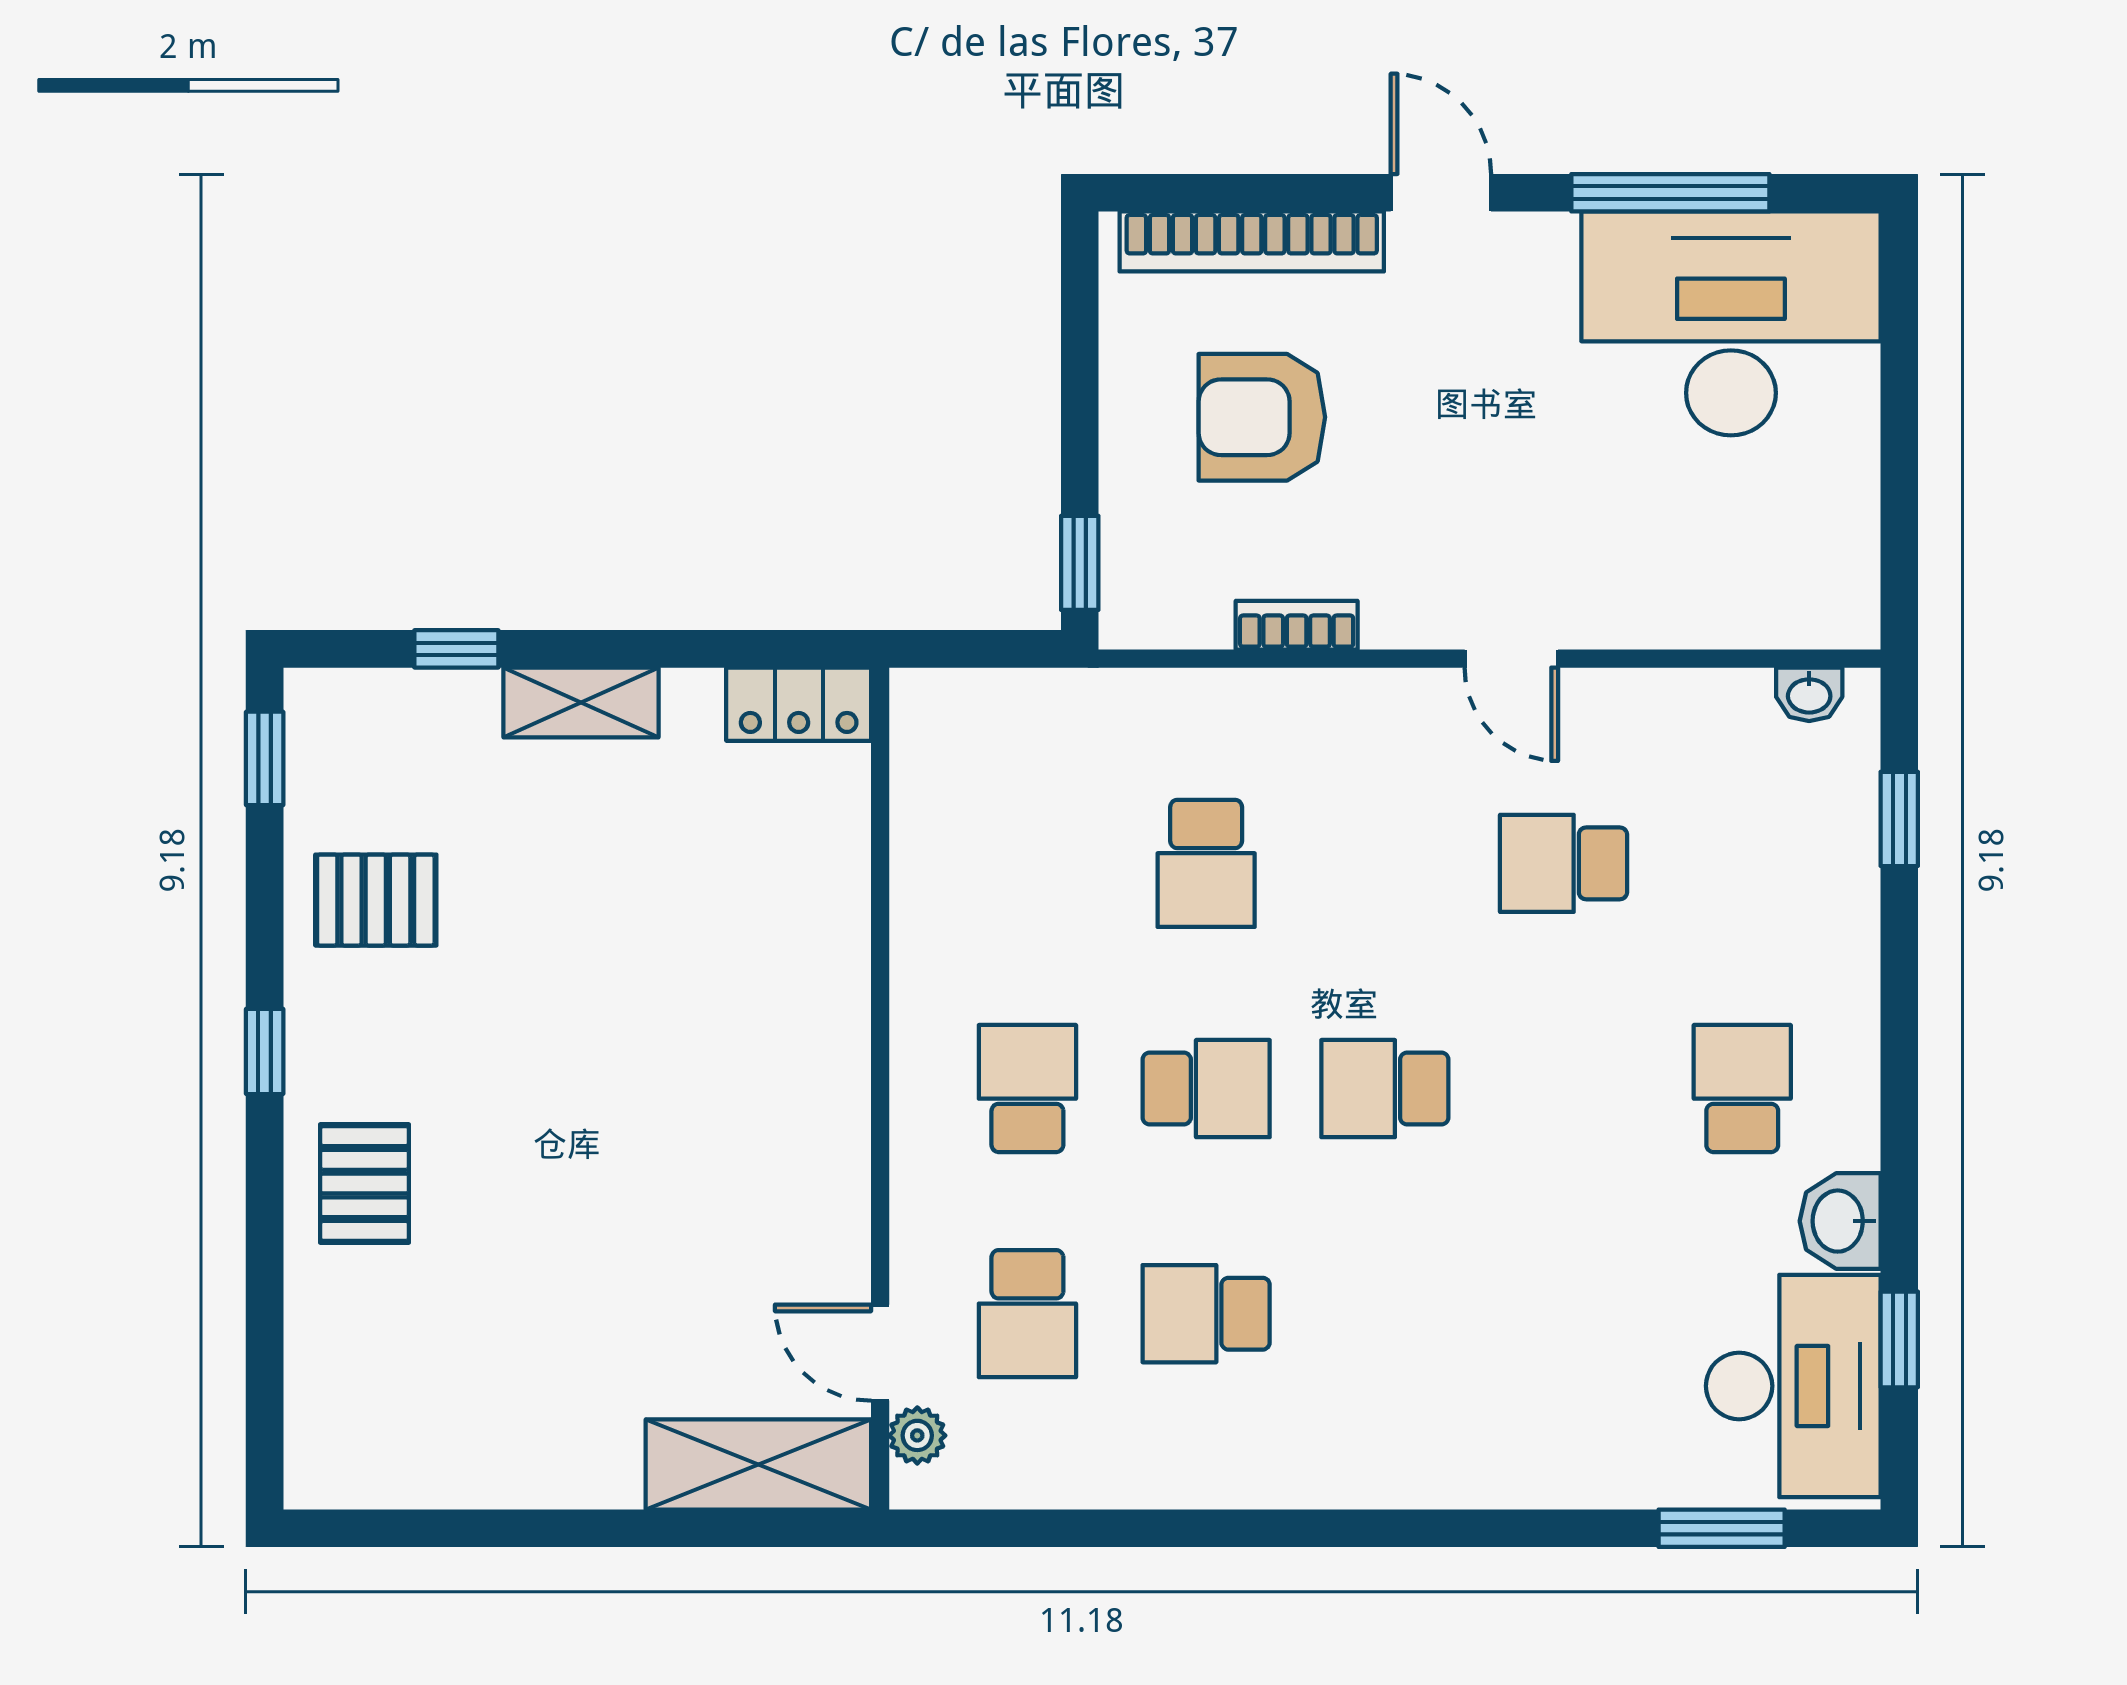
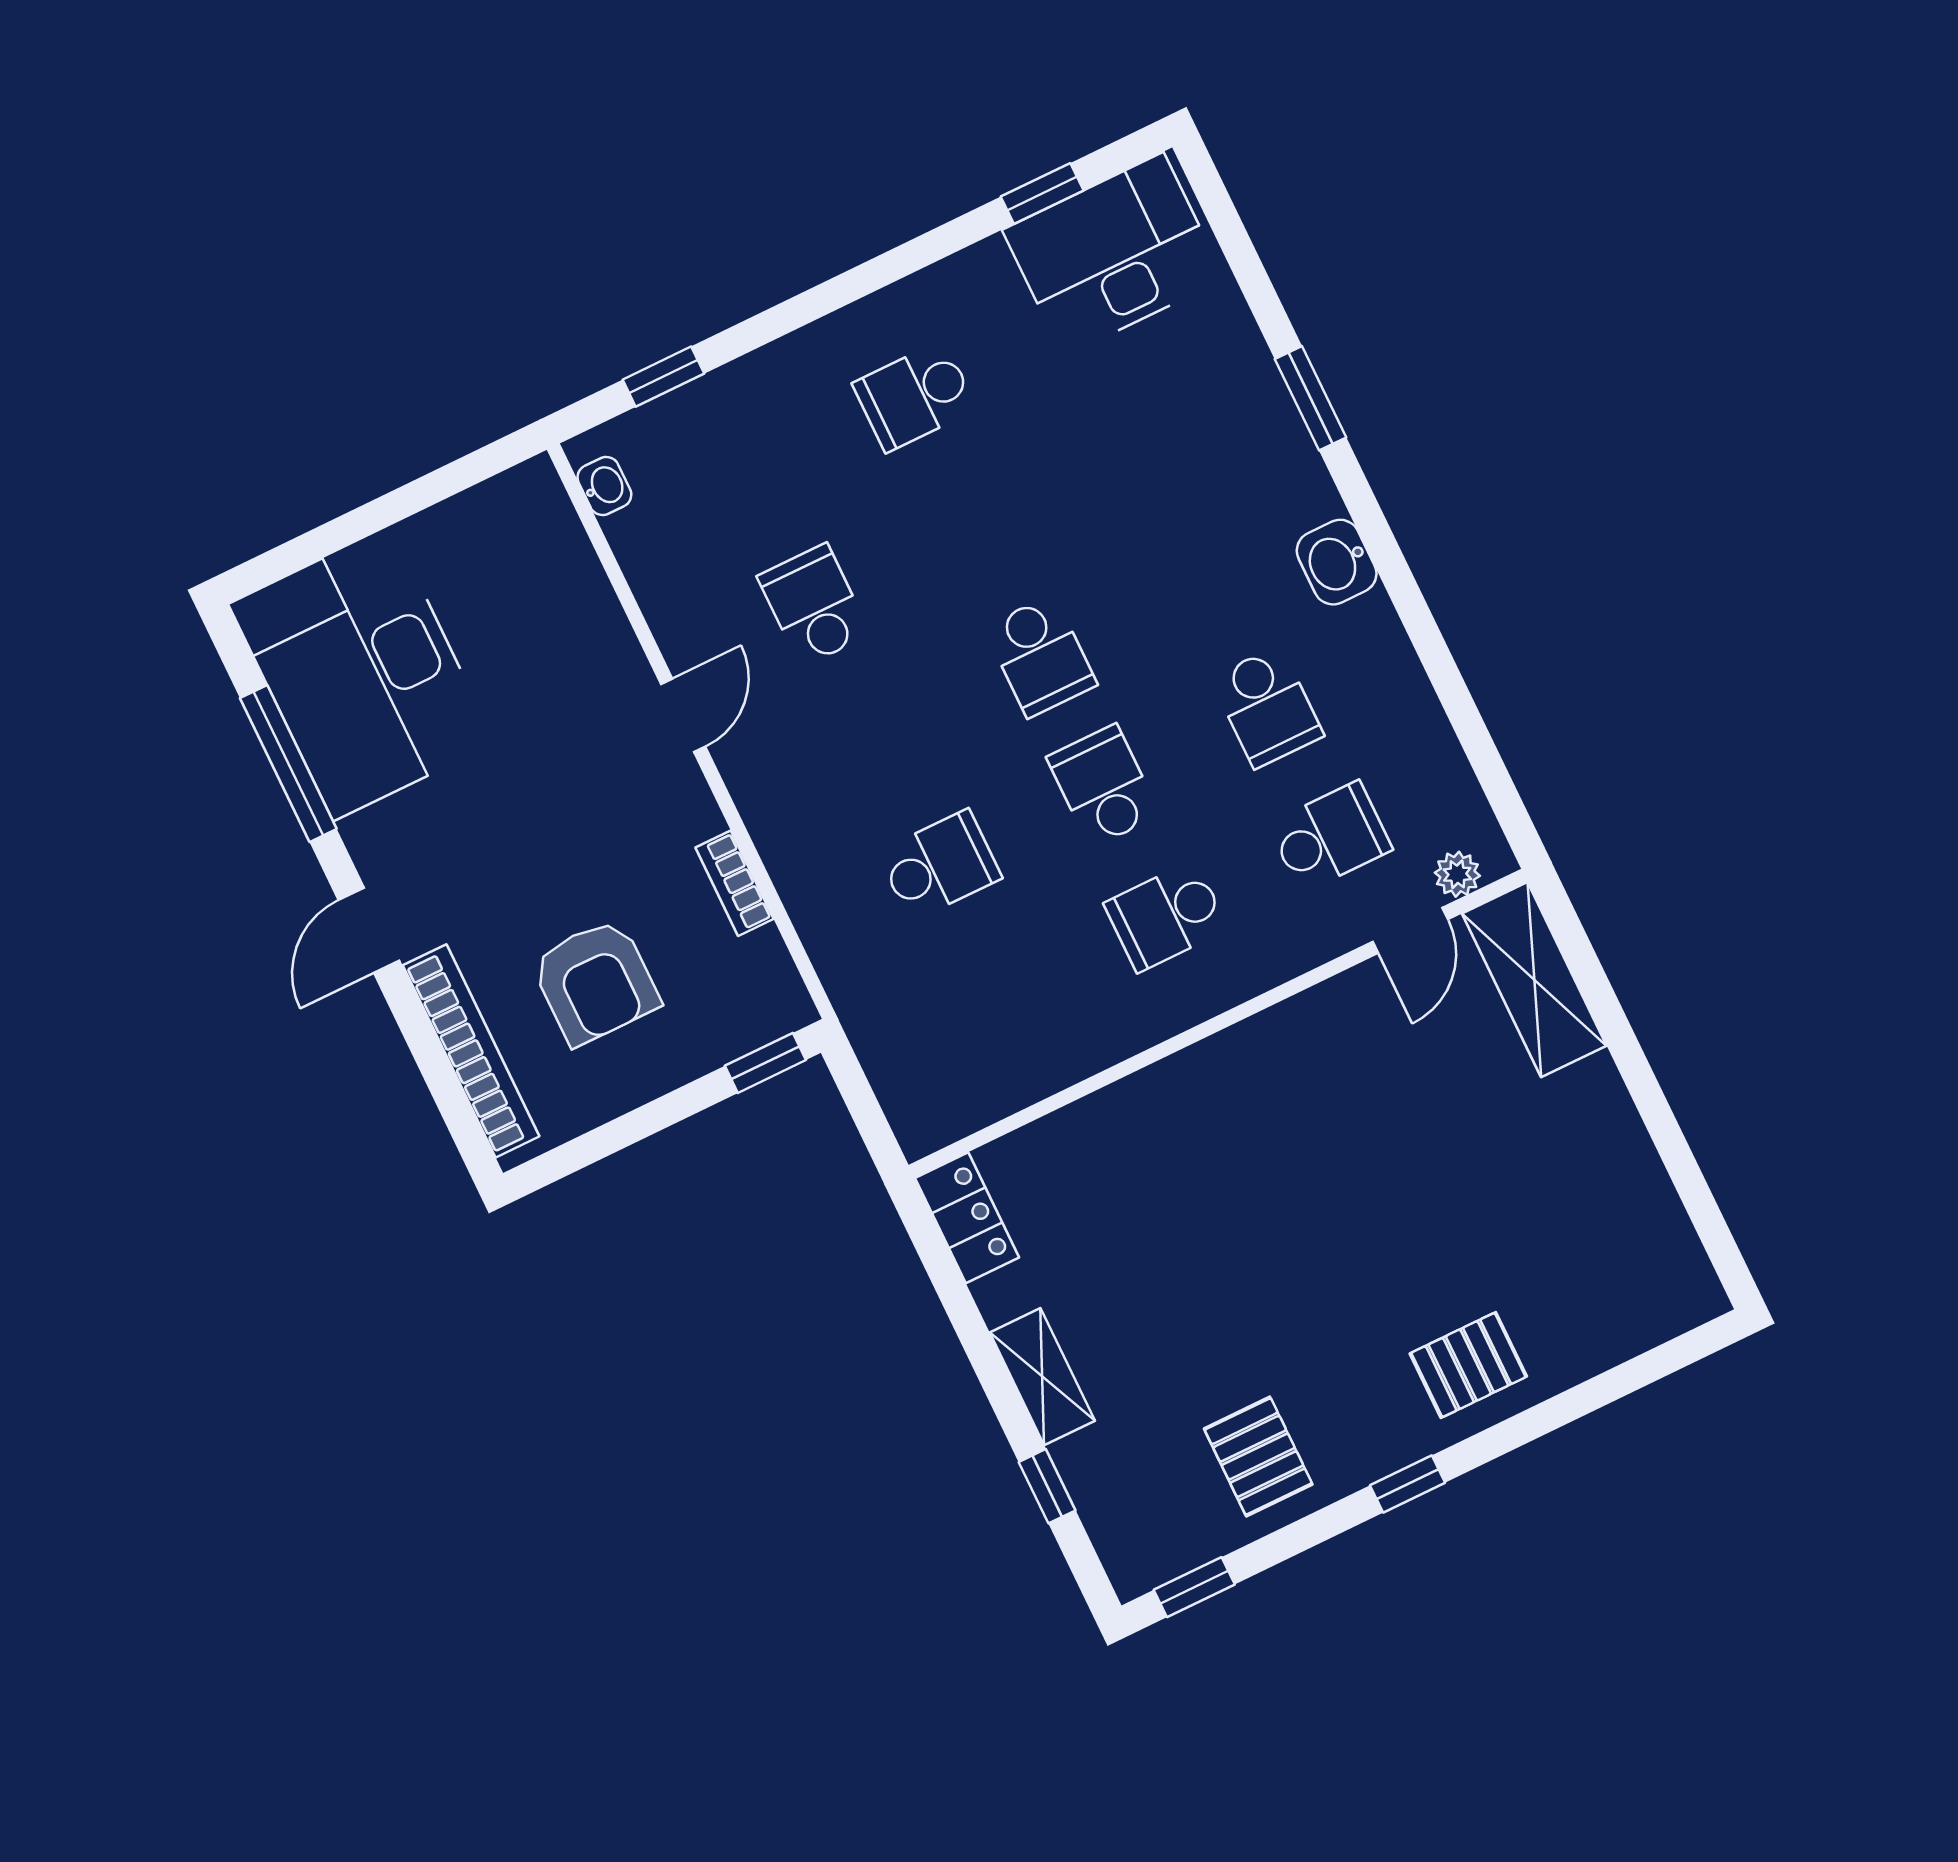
school desk: (1564, 863) -> (814, 605), turned 180
washbasin: (1840, 1221) -> (1337, 562), moved, turned 90
window: (1722, 1528) -> (1311, 398), moved

